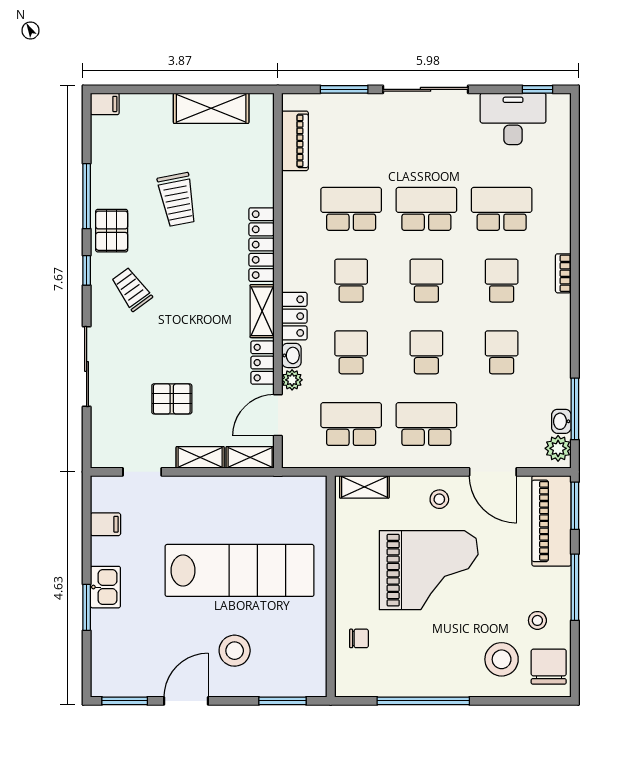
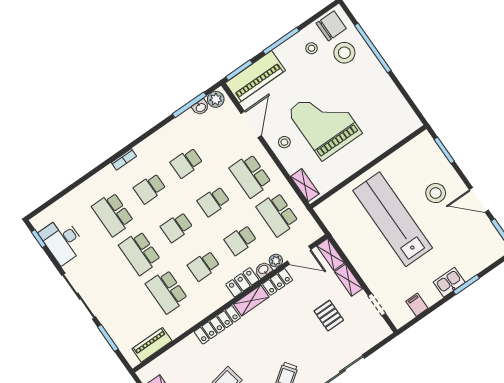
chair: (359, 638) -> (385, 134), removed
chair: (549, 667) -> (331, 26), turned 180
window: (423, 701) -> (373, 48), moved

